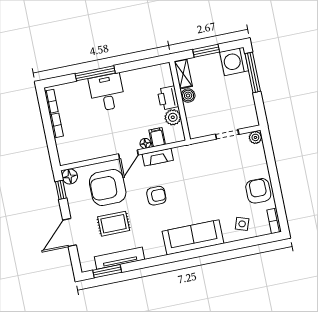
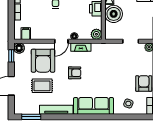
boiler: (188, 96) -> (114, 14), width x1.86, depth x1.86
plant: (173, 117) -> (96, 34), moved
filing cabinet: (157, 137) -> (26, 34), moved
armchair: (108, 187) -> (43, 61), turned -90
tv unit: (120, 258) -> (56, 110), moved

